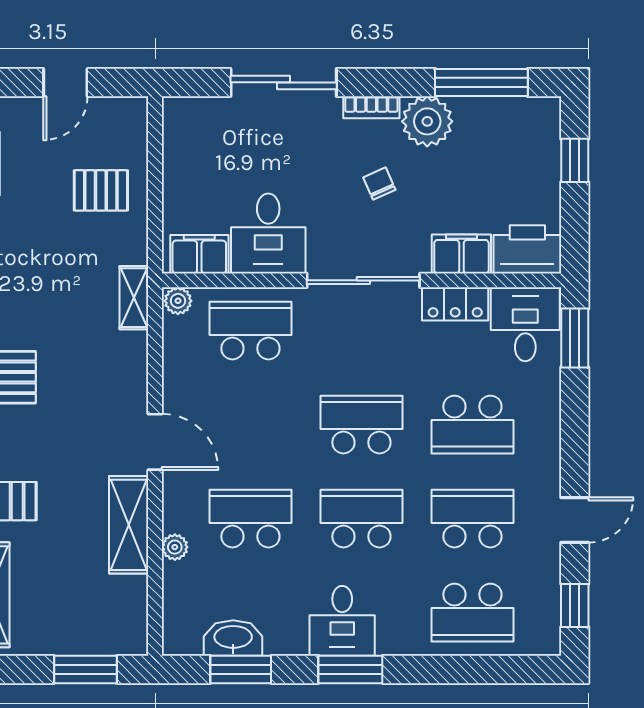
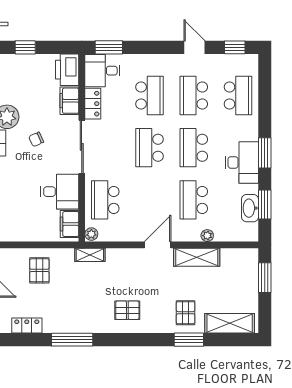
desk: (342, 621) -> (242, 162), width x1.37

